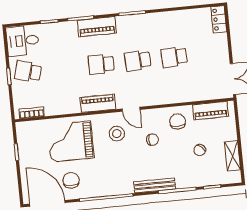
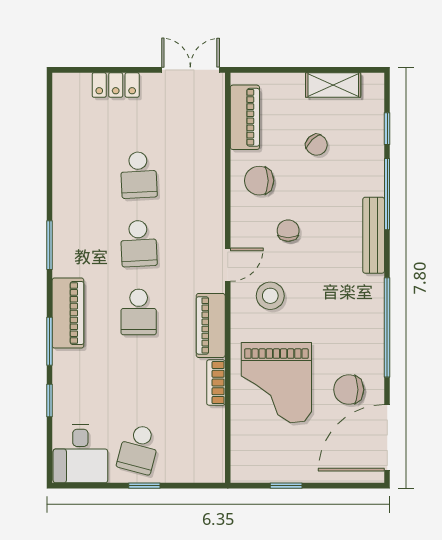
locker: (219, 19) -> (116, 85), moved
bookcase: (32, 113) -> (216, 383), moved

